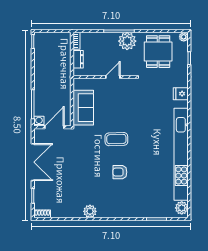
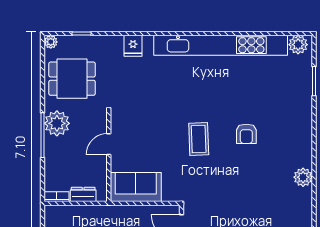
door: (113, 77) -> (109, 144), hinge flipped
sofa: (83, 108) -> (136, 187), moved

